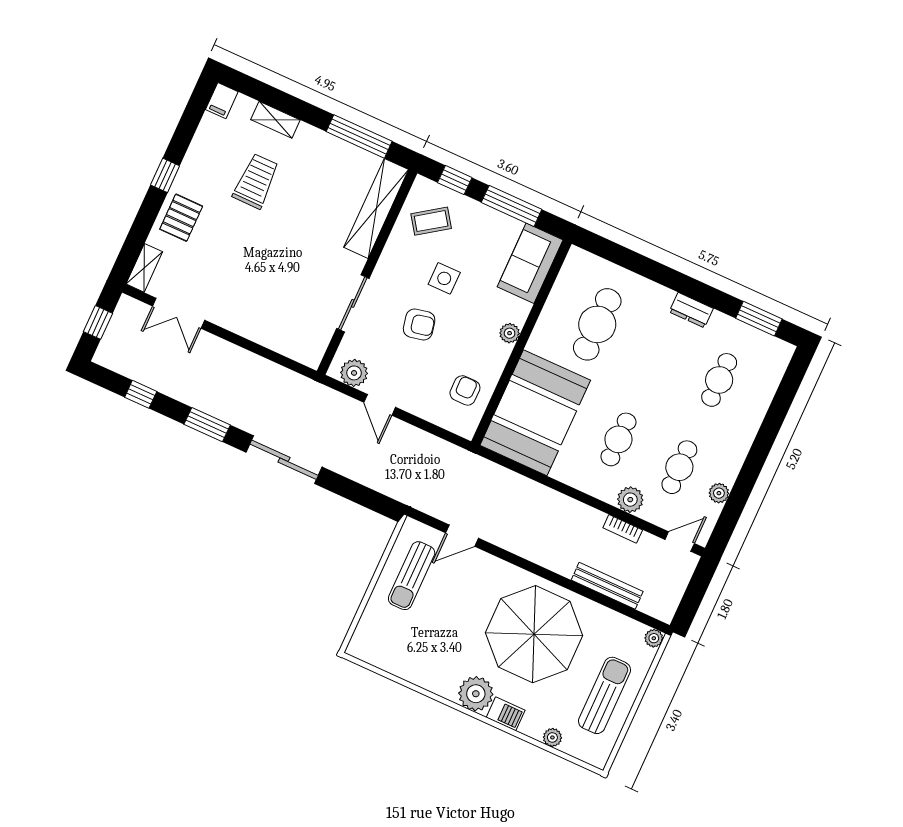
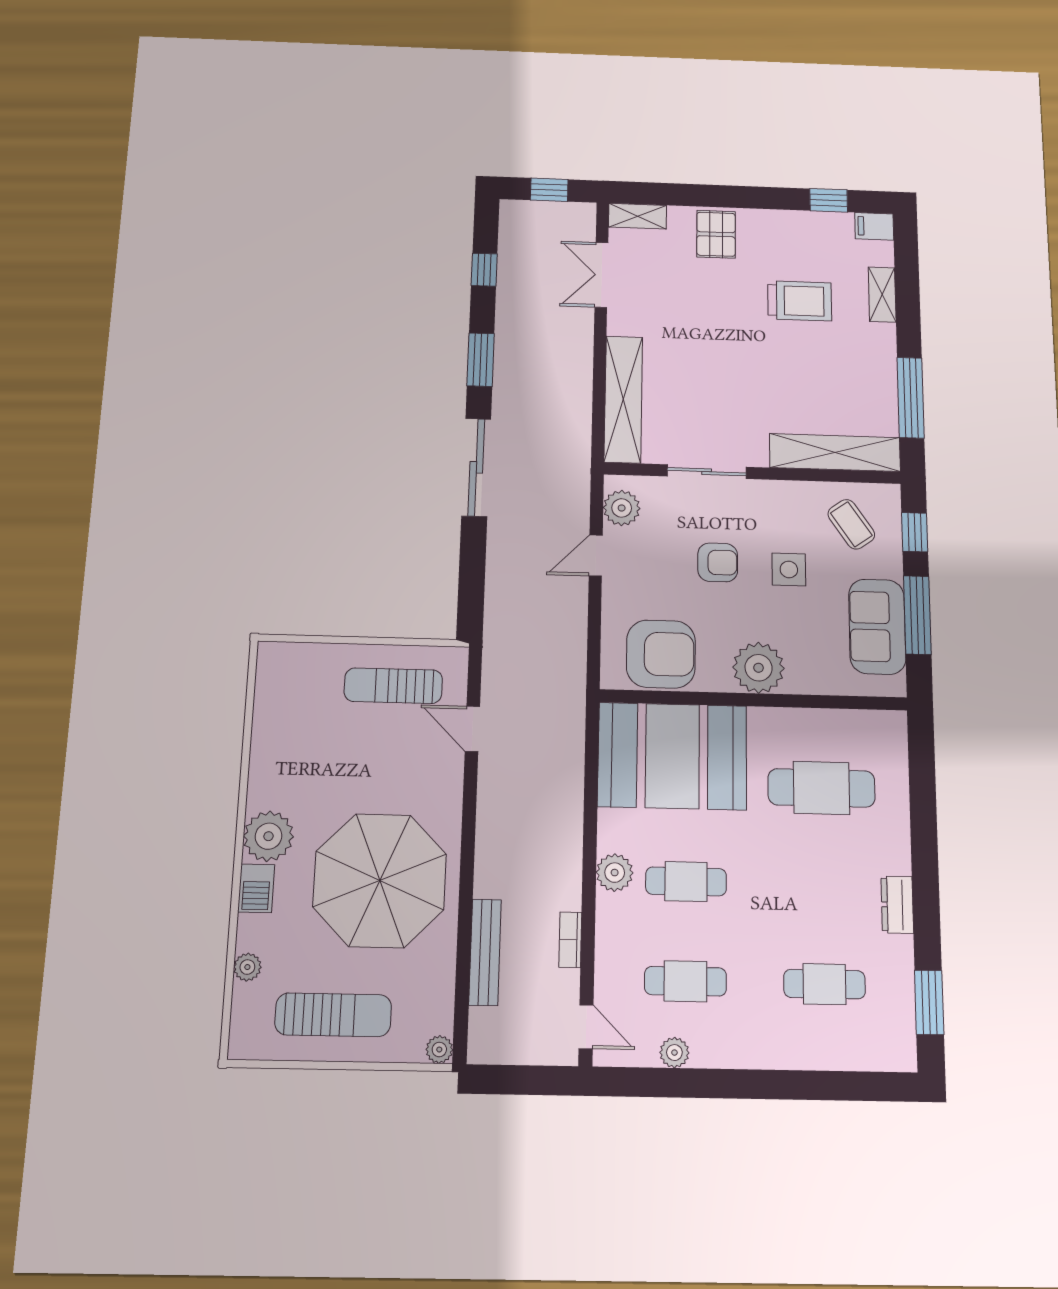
window: (165, 175) -> (829, 200), moved
pallet: (181, 218) -> (716, 234), turned 90
sofa: (530, 263) -> (877, 627), moved, turned -90
armchair: (419, 324) -> (718, 562), turned -78
plant: (510, 333) -> (759, 668), width x1.88, depth x1.88
shelving: (277, 338) -> (623, 399), added
armchair: (465, 390) -> (661, 654), width x1.88, depth x1.88
plant: (630, 500) -> (615, 873), moved

